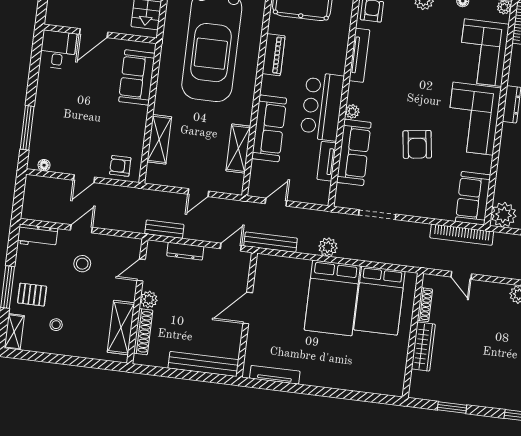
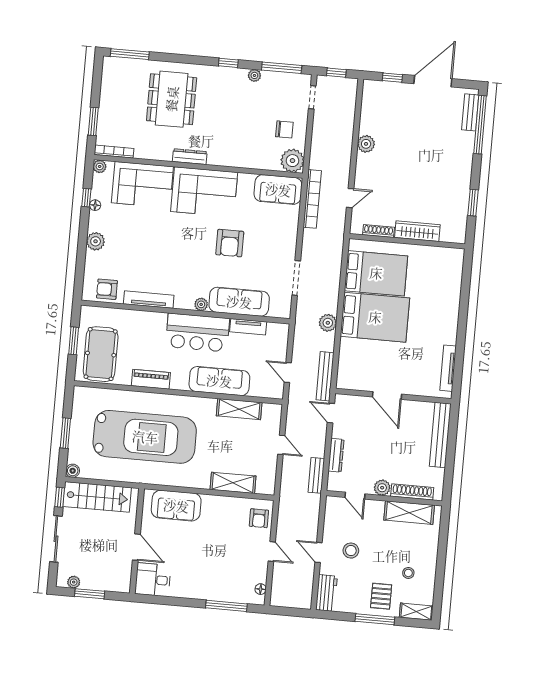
armchair: (417, 144) -> (230, 243), turned 98

